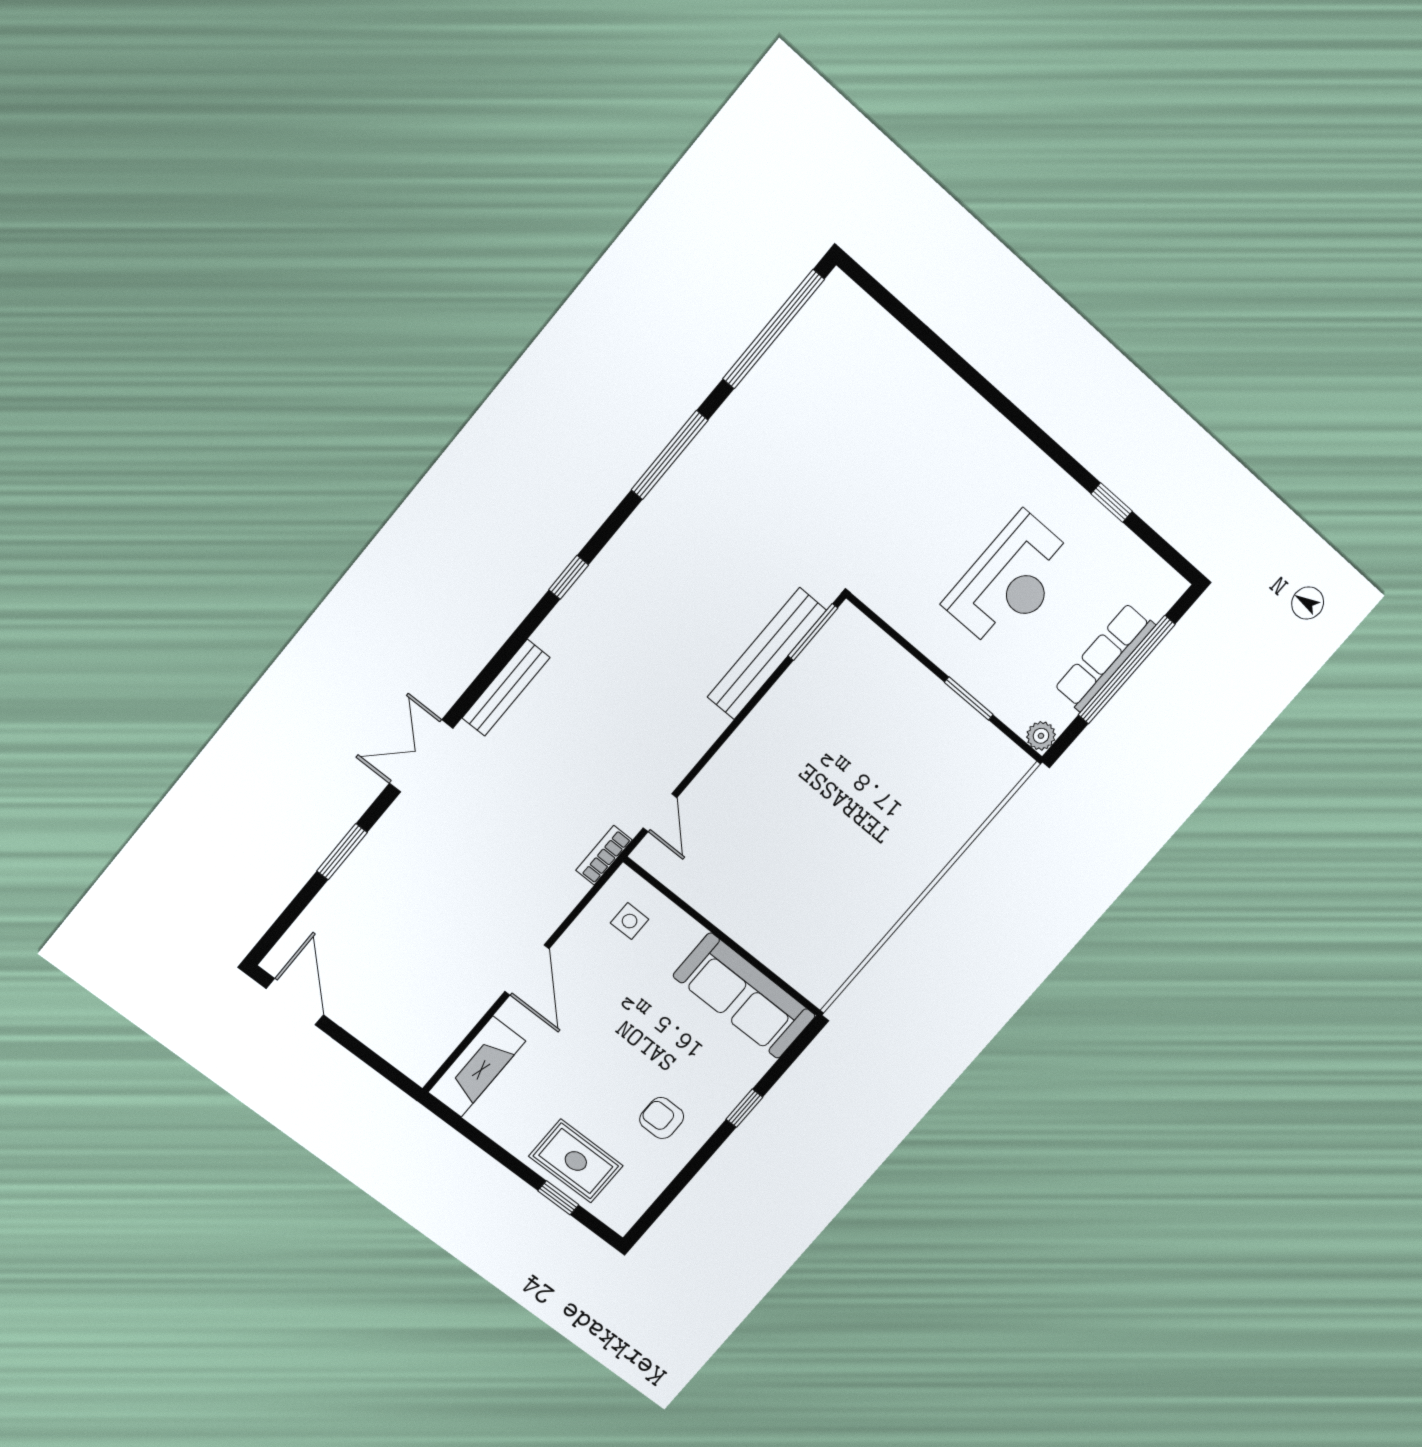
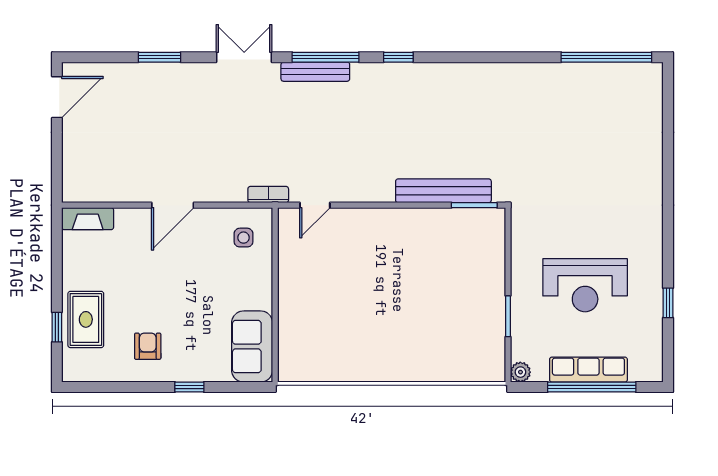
window: (669, 455) -> (326, 57), moved
sofa: (744, 996) -> (252, 347), width x0.73
fireplace: (477, 1067) -> (88, 219), width x0.73, depth x0.76

